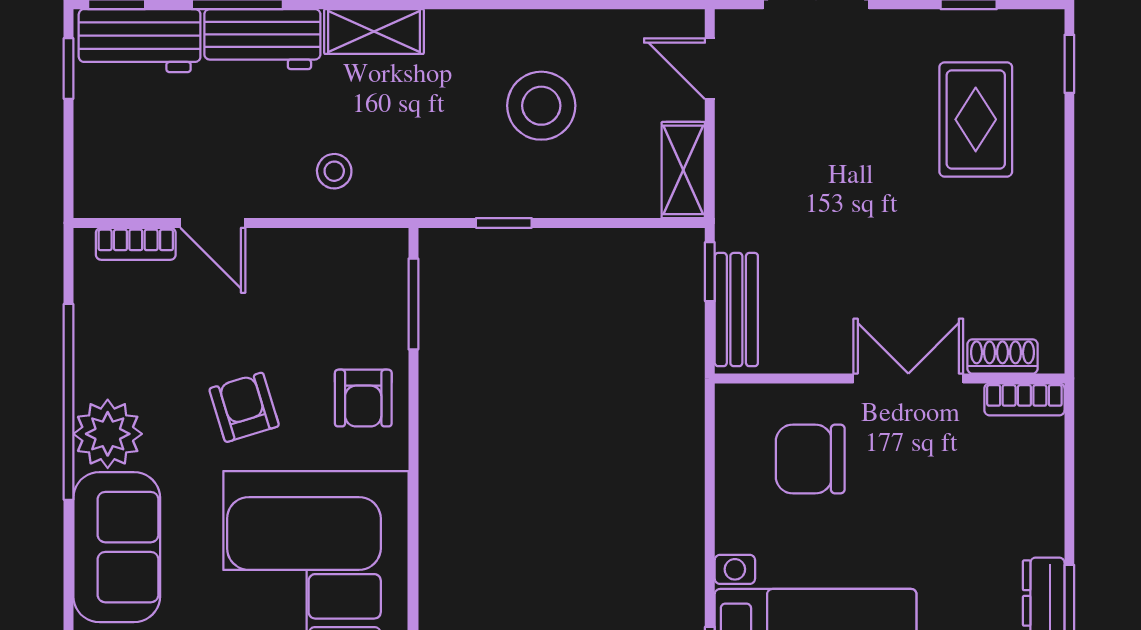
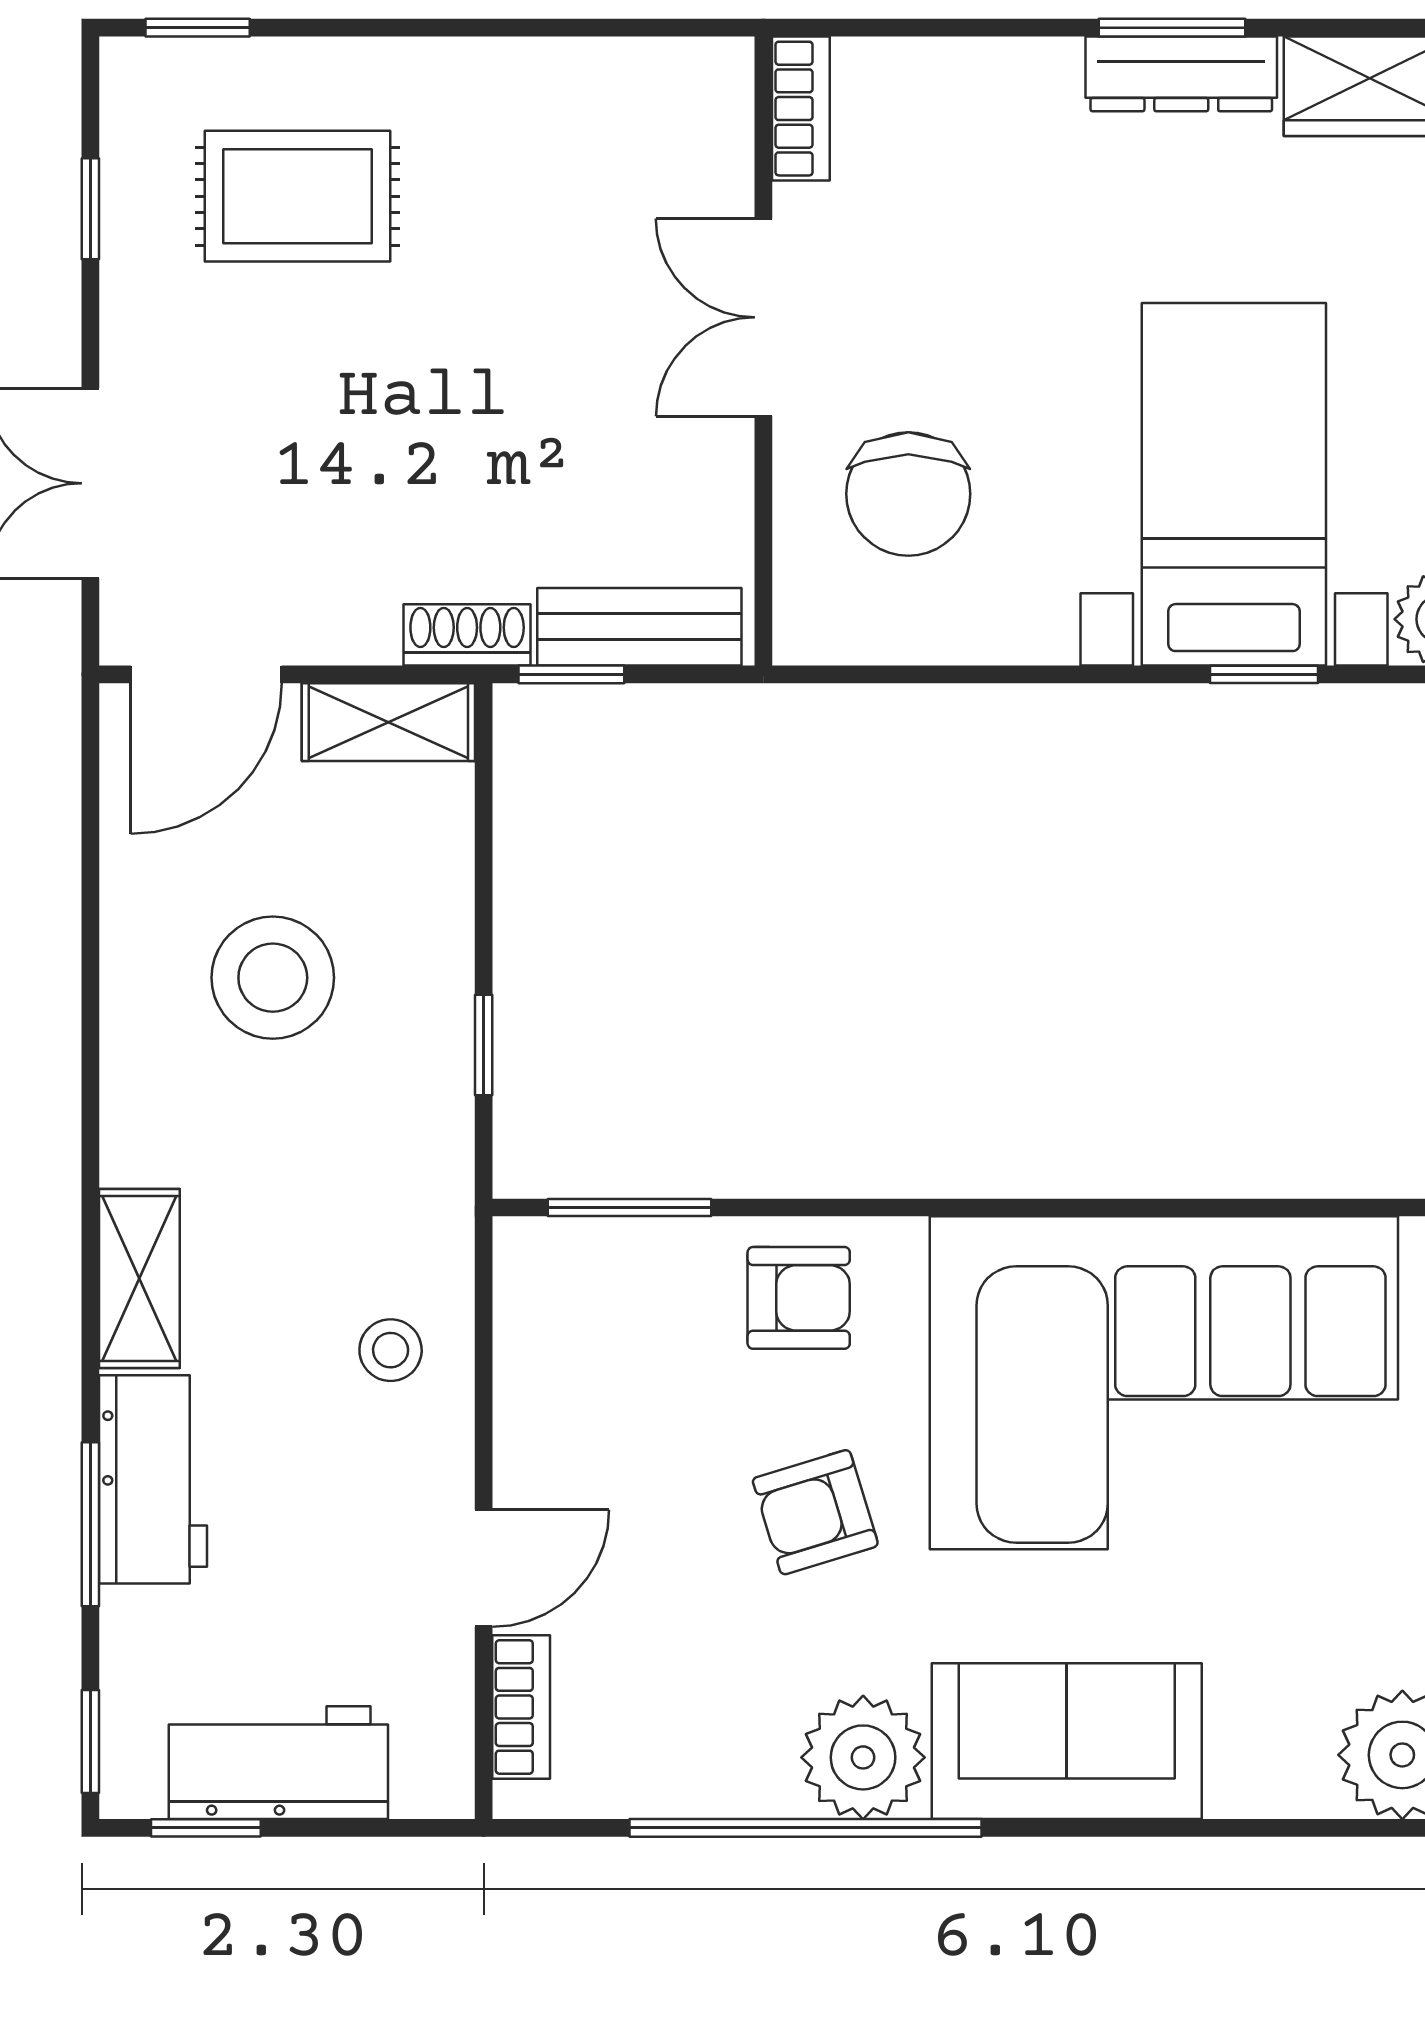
workbench: (140, 41) -> (278, 1763), moved, turned -90
door: (710, 69) -> (206, 674), width x1.38
shoe rack: (1002, 356) -> (467, 635), moved, turned 90

